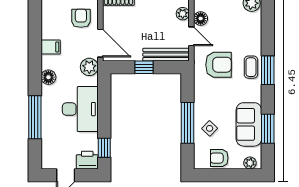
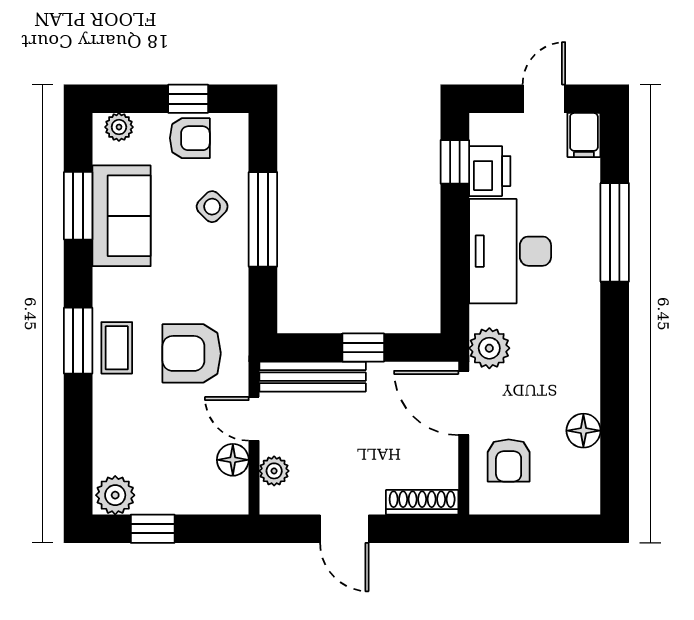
filing cabinet: (51, 47) -> (584, 135), moved, turned -90
floor lamp: (48, 77) -> (583, 431), moved
printer: (87, 160) -> (490, 171), moved, turned -90
window: (220, 175) -> (188, 99), added

